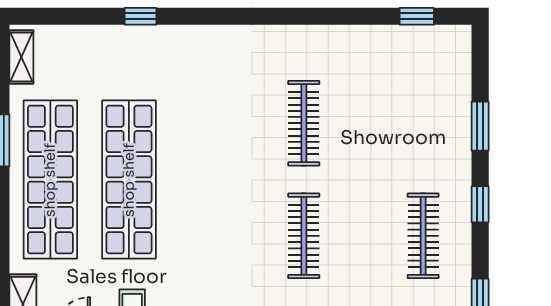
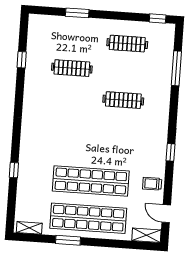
window: (417, 16) -> (22, 60), moved
clothes rail: (304, 123) -> (72, 68), moved
window: (480, 204) -> (114, 15), removed

